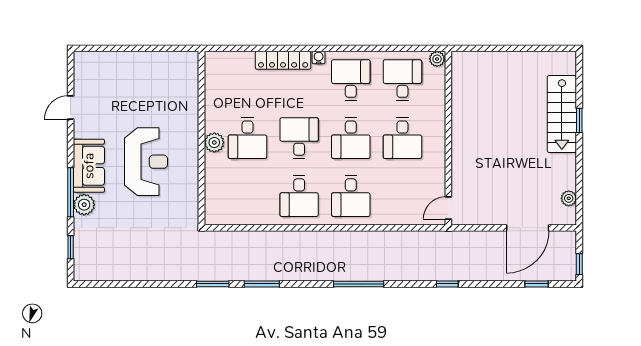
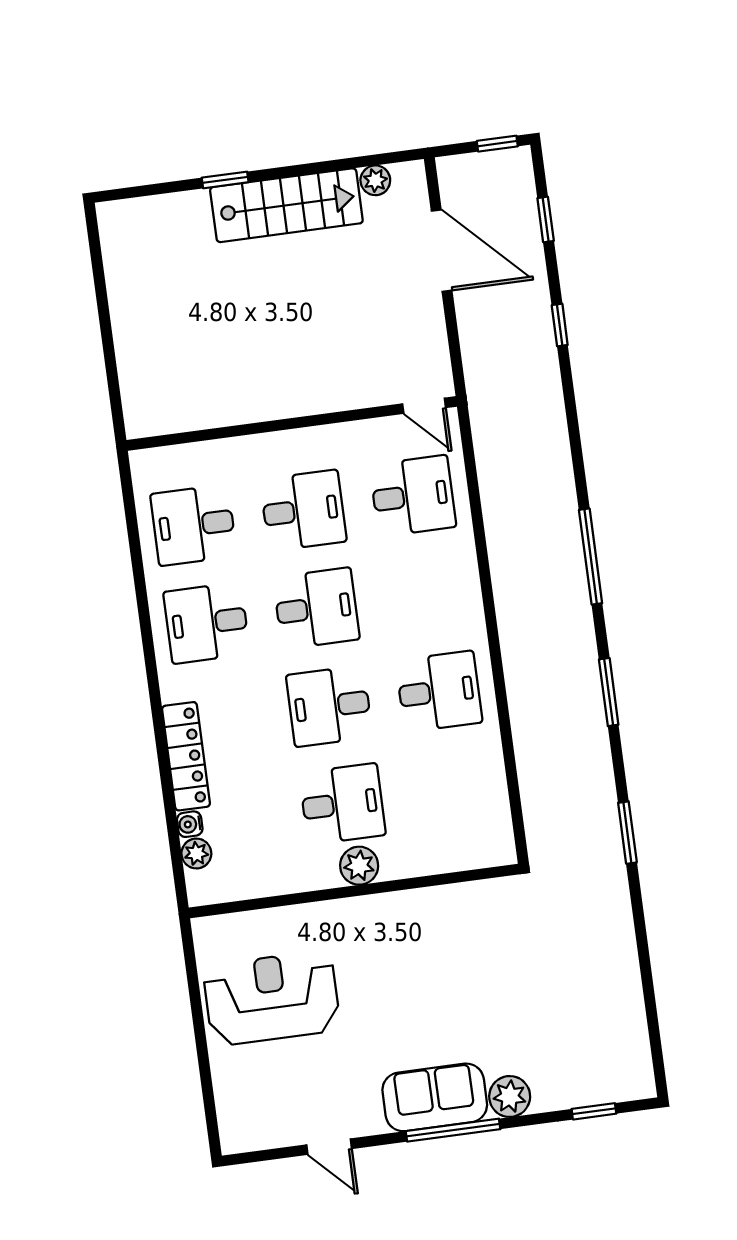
water cooler: (319, 58) -> (190, 824), moved
plant: (437, 59) -> (196, 853), moved
stairs: (562, 114) -> (286, 205), moved
reception desk: (146, 162) -> (272, 998), moved
window: (71, 192) -> (453, 1130), moved
desk: (351, 196) -> (413, 496), moved
window: (262, 284) -> (609, 692), moved
window: (447, 284) -> (560, 325), moved

